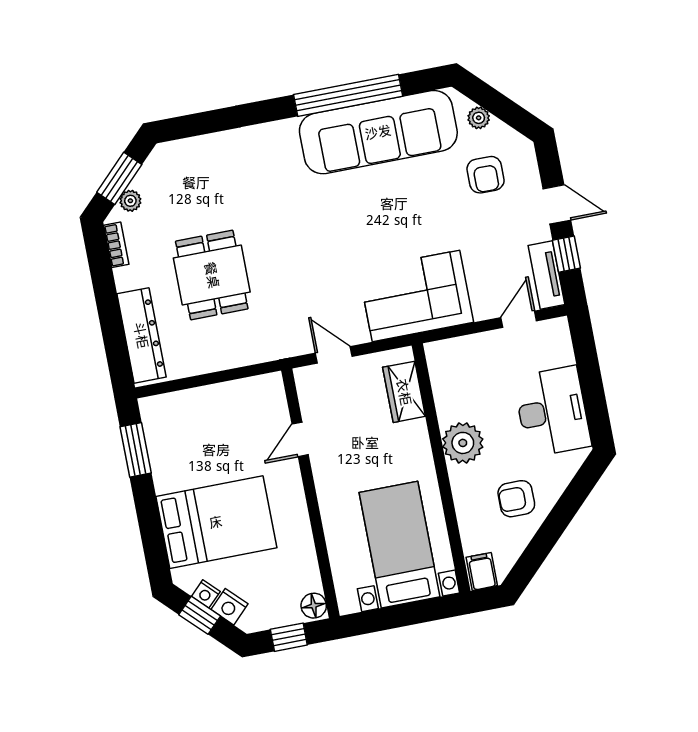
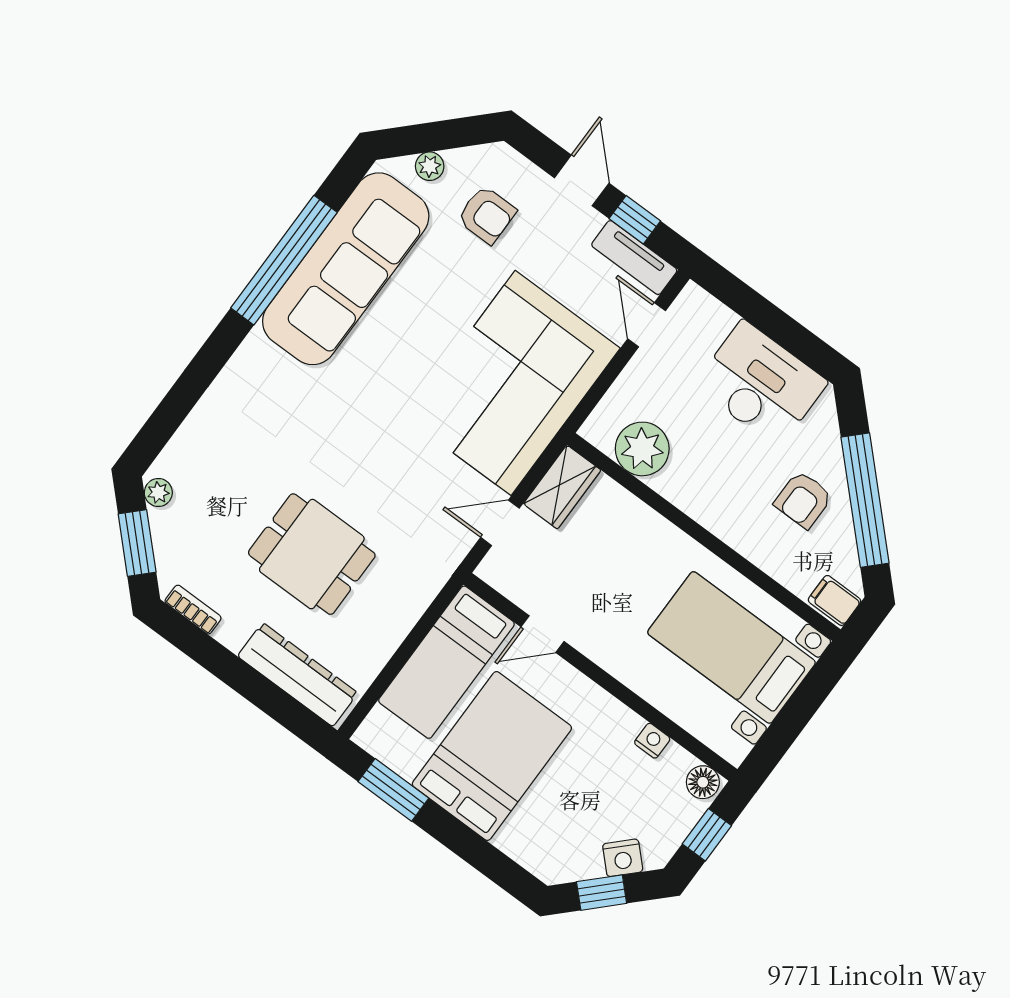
plant: (130, 201) -> (158, 493), moved
door: (557, 204) -> (582, 180), hinge flipped
corner sofa: (416, 296) -> (513, 383), width x1.36, depth x1.36
wardrobe: (404, 392) -> (562, 487), moved, turned -90
bed: (232, 406) -> (446, 662), added
door: (300, 439) -> (543, 634), hinge flipped
plant: (463, 443) -> (642, 449), moved
bed: (216, 522) -> (492, 756), moved
window: (551, 531) -> (865, 500), added
nightstand: (206, 594) -> (652, 741), moved, turned -135

